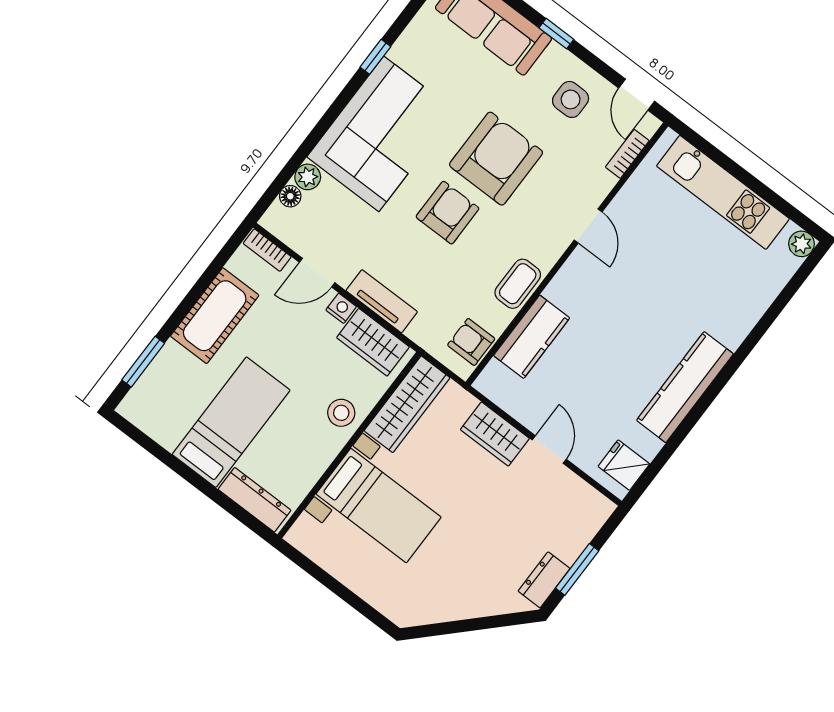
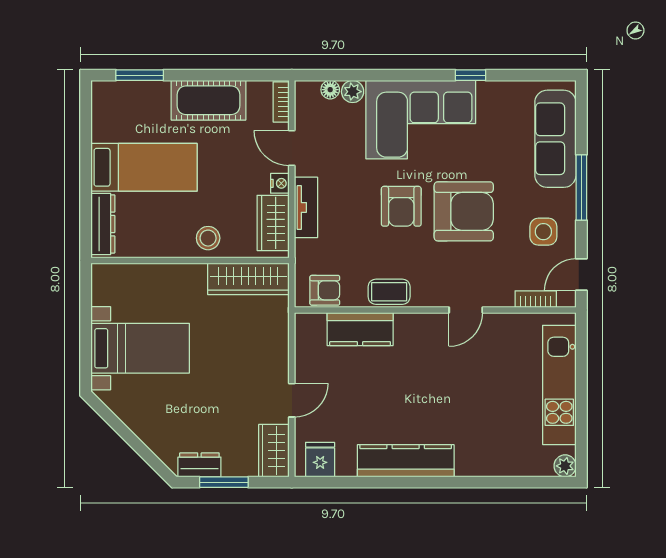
window: (556, 34) -> (581, 187), width x2.17
armchair: (448, 213) -> (401, 206), turned 90
armchair: (471, 342) -> (325, 290), turned 90
wardrobe: (495, 434) -> (274, 451), moved
bed with nightstands: (379, 506) -> (140, 348), moved, turned -90

